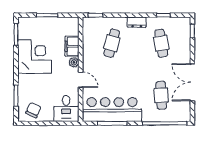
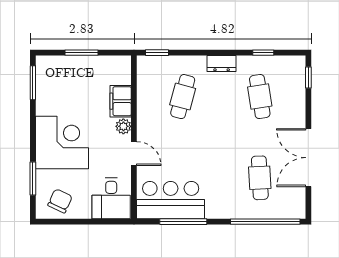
corner desk: (35, 57) -> (62, 142), moved
bar counter: (112, 110) -> (171, 200), width x0.73

